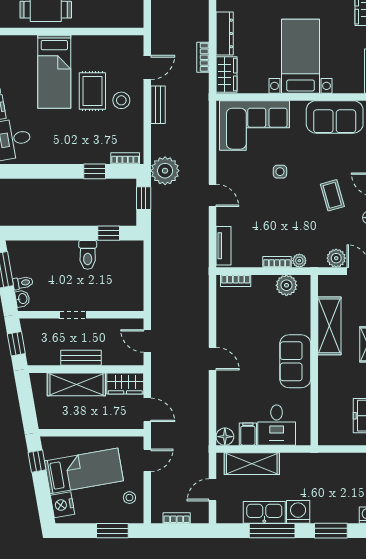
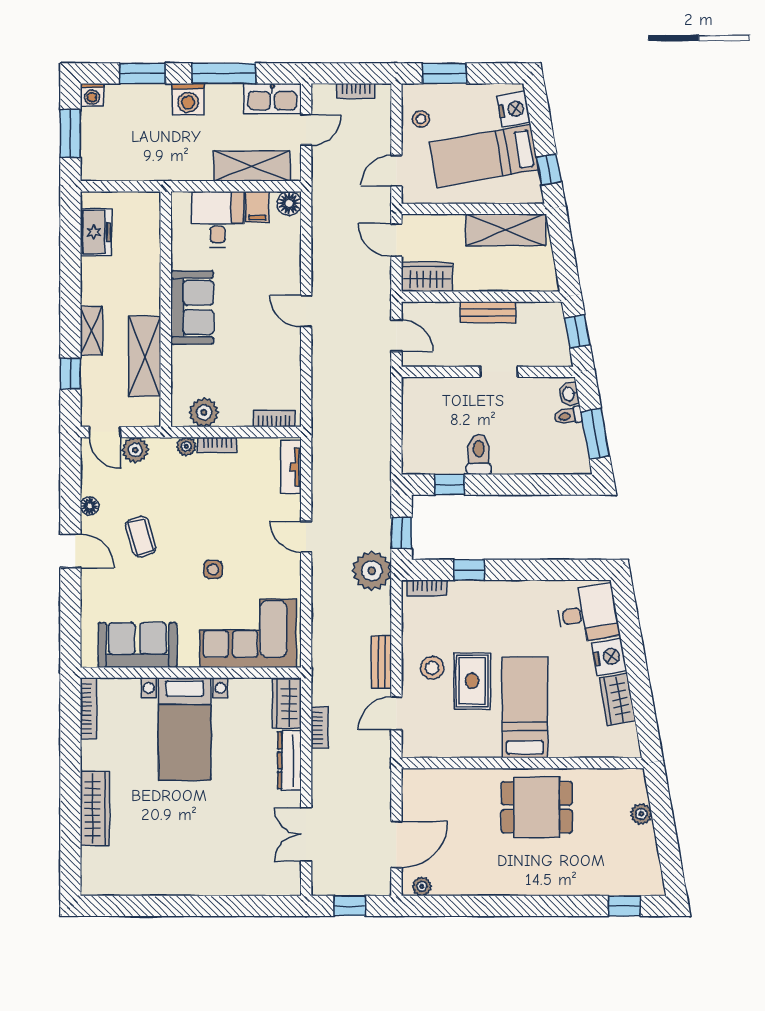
shelving: (76, 384) -> (506, 230), moved
kitchen sink: (264, 512) -> (272, 99), moved

